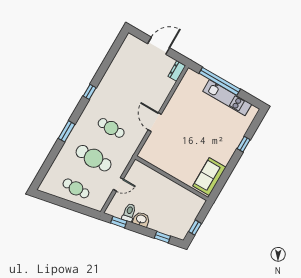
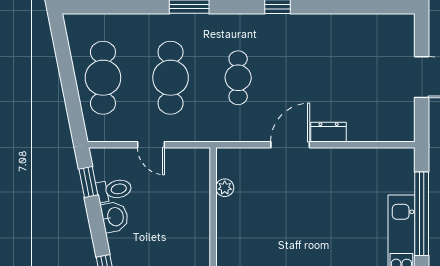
dresser: (177, 71) -> (329, 132), moved
plant: (157, 163) -> (225, 188), added
cafe table: (76, 188) -> (103, 78), width x1.37, depth x1.35

